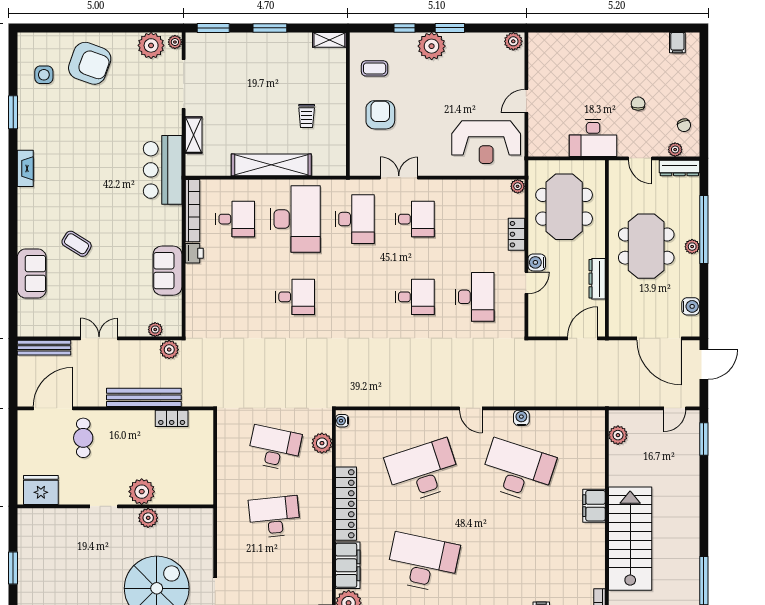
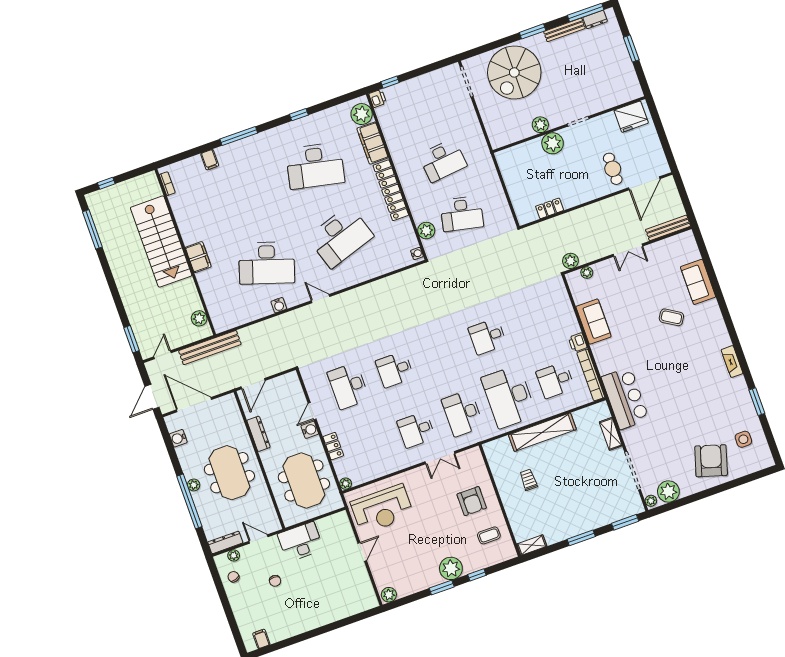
armchair: (90, 63) -> (711, 461), turned 87
reception desk: (486, 142) -> (382, 509), turned 180
bench: (144, 397) -> (210, 348), moved

